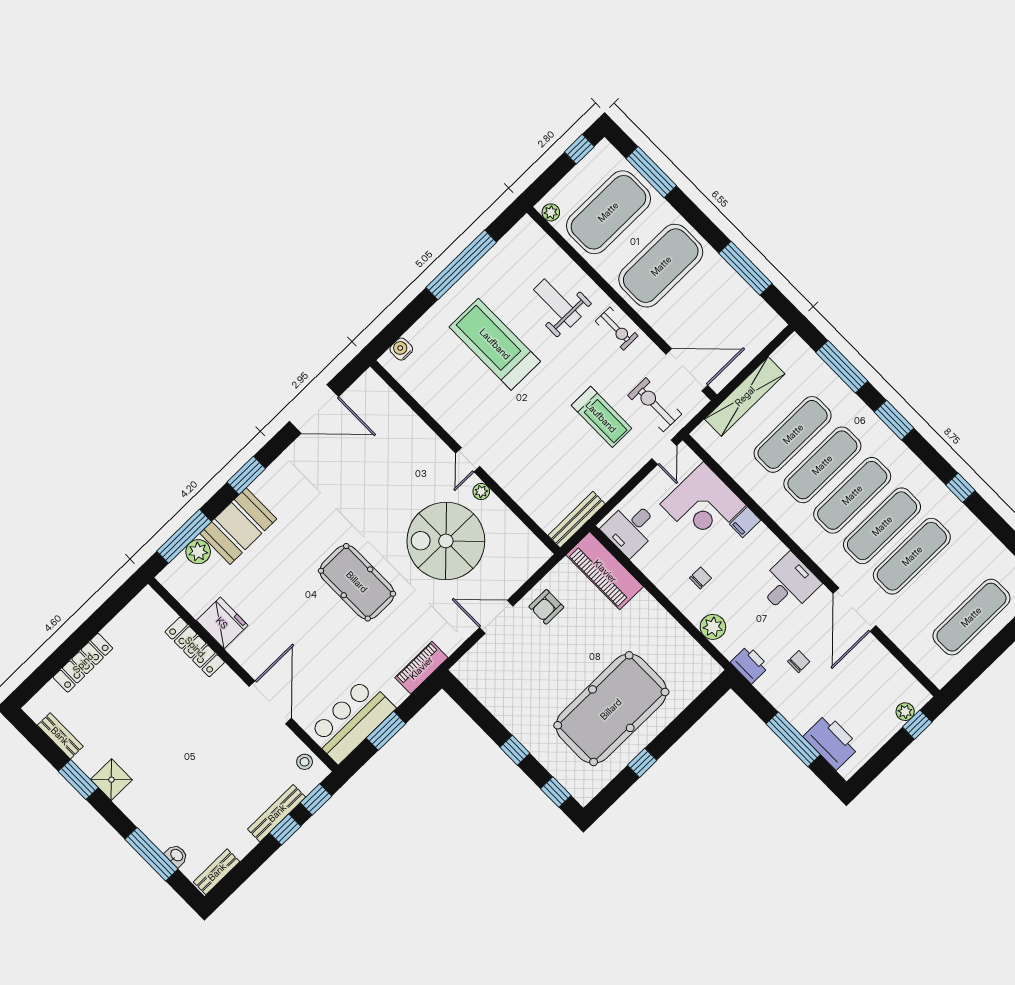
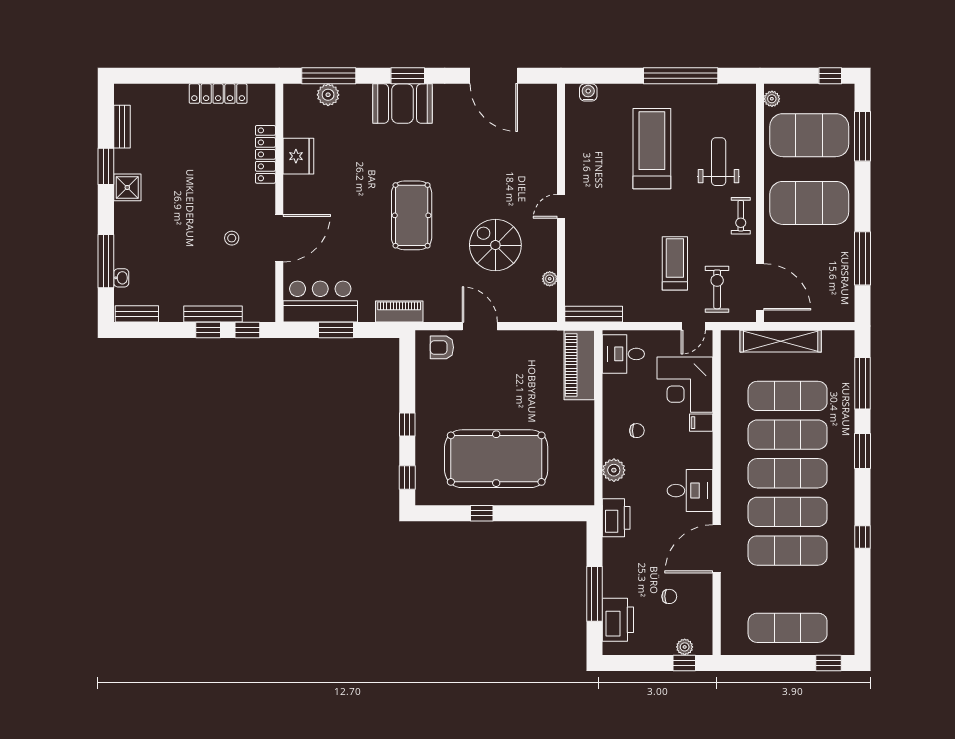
treadmill: (601, 417) -> (675, 263), turned 180
plant: (481, 492) -> (550, 279), moved
booth: (238, 526) -> (403, 104), moved
spiral stairs: (446, 541) -> (495, 245), width x0.73, depth x0.73
armchair: (546, 607) -> (442, 347), moved
chair: (799, 662) -> (669, 596), moved
locker: (83, 663) -> (218, 94), moved
printer: (750, 664) -> (616, 518), width x1.37, depth x1.19
stool: (305, 762) -> (232, 238), moved

